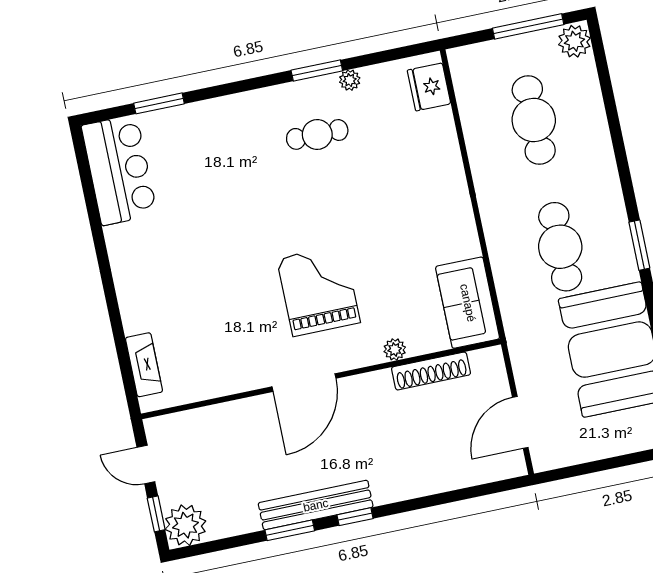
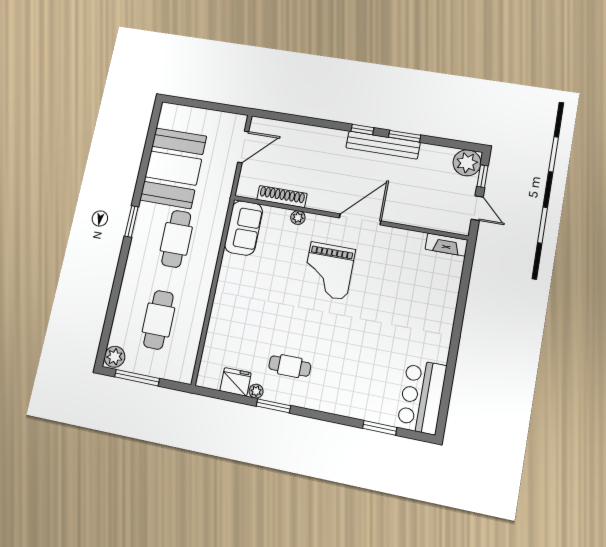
fridge: (429, 87) -> (235, 382), moved, turned -90
fireplace: (144, 365) -> (447, 245), moved, turned -90

